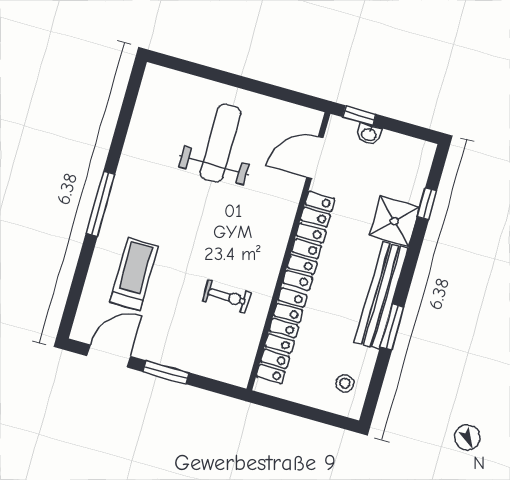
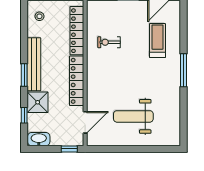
washbasin: (369, 134) -> (39, 139), moved, width x1.91, depth x1.45
weight bench: (220, 143) -> (133, 116), turned 90
treadmill: (134, 274) -> (157, 40), turned 180
window: (392, 327) -> (24, 75), moved

